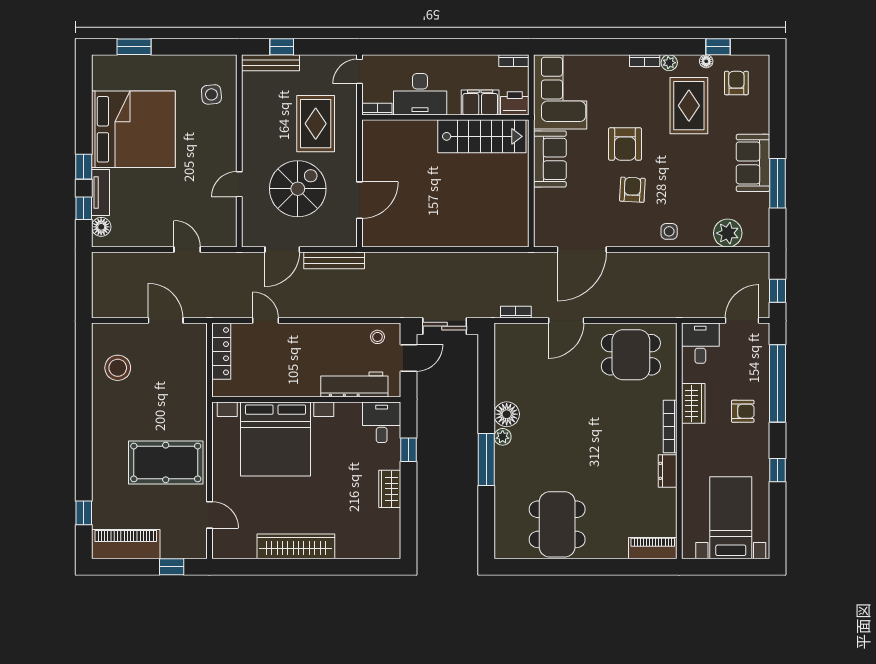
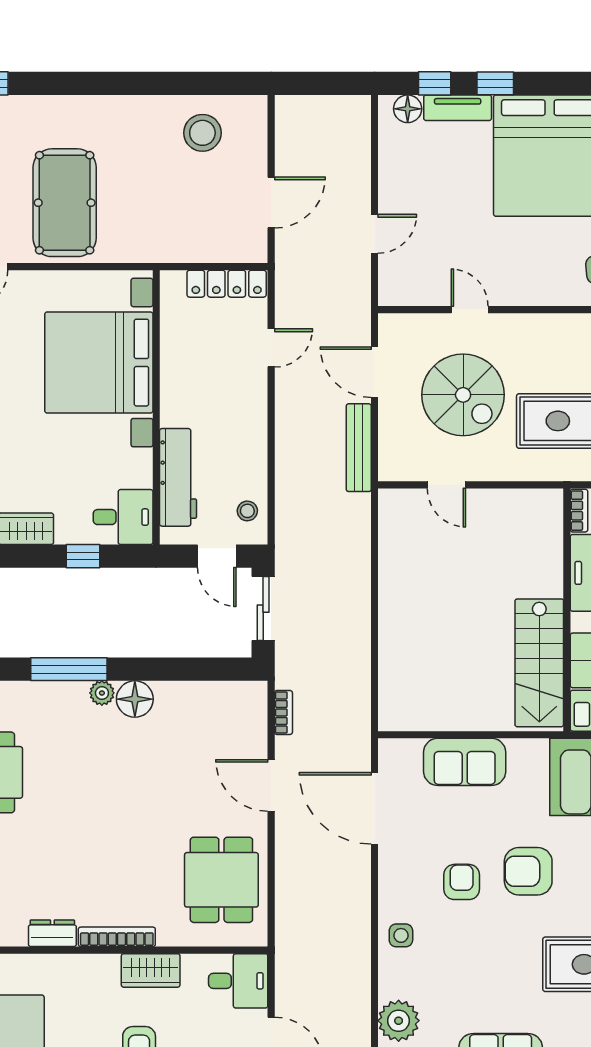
sofa: (550, 159) -> (465, 762), moved
armchair: (632, 190) -> (462, 882), turned -93
door: (360, 200) -> (446, 485), width x0.73

